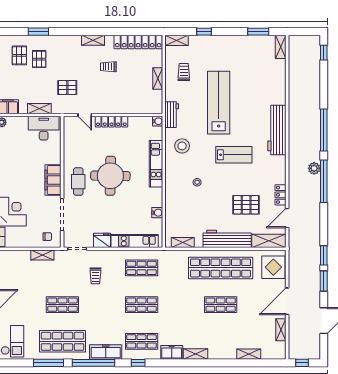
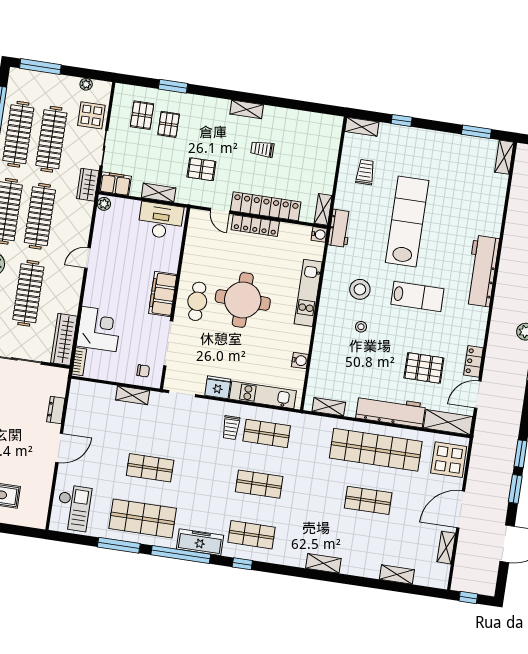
locker: (138, 42) -> (266, 206), moved, turned 180
shelving: (158, 79) -> (323, 209), moved
stool: (182, 146) -> (360, 289), moved
trolley: (95, 276) -> (231, 428), moved
freezer: (172, 352) -> (291, 556), removed

